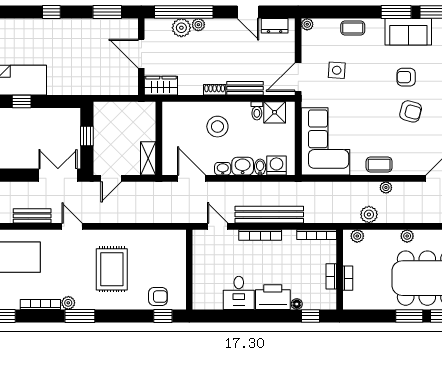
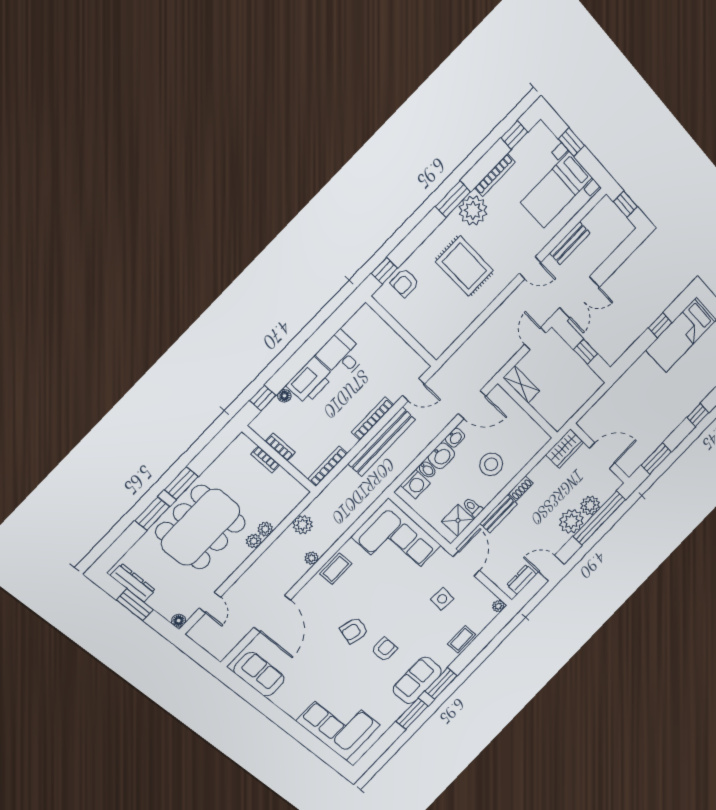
plant: (198, 25) -> (571, 521), width x1.87, depth x1.87
plant: (357, 236) -> (265, 529), moved
plant: (68, 303) -> (473, 210), width x1.88, depth x1.88

